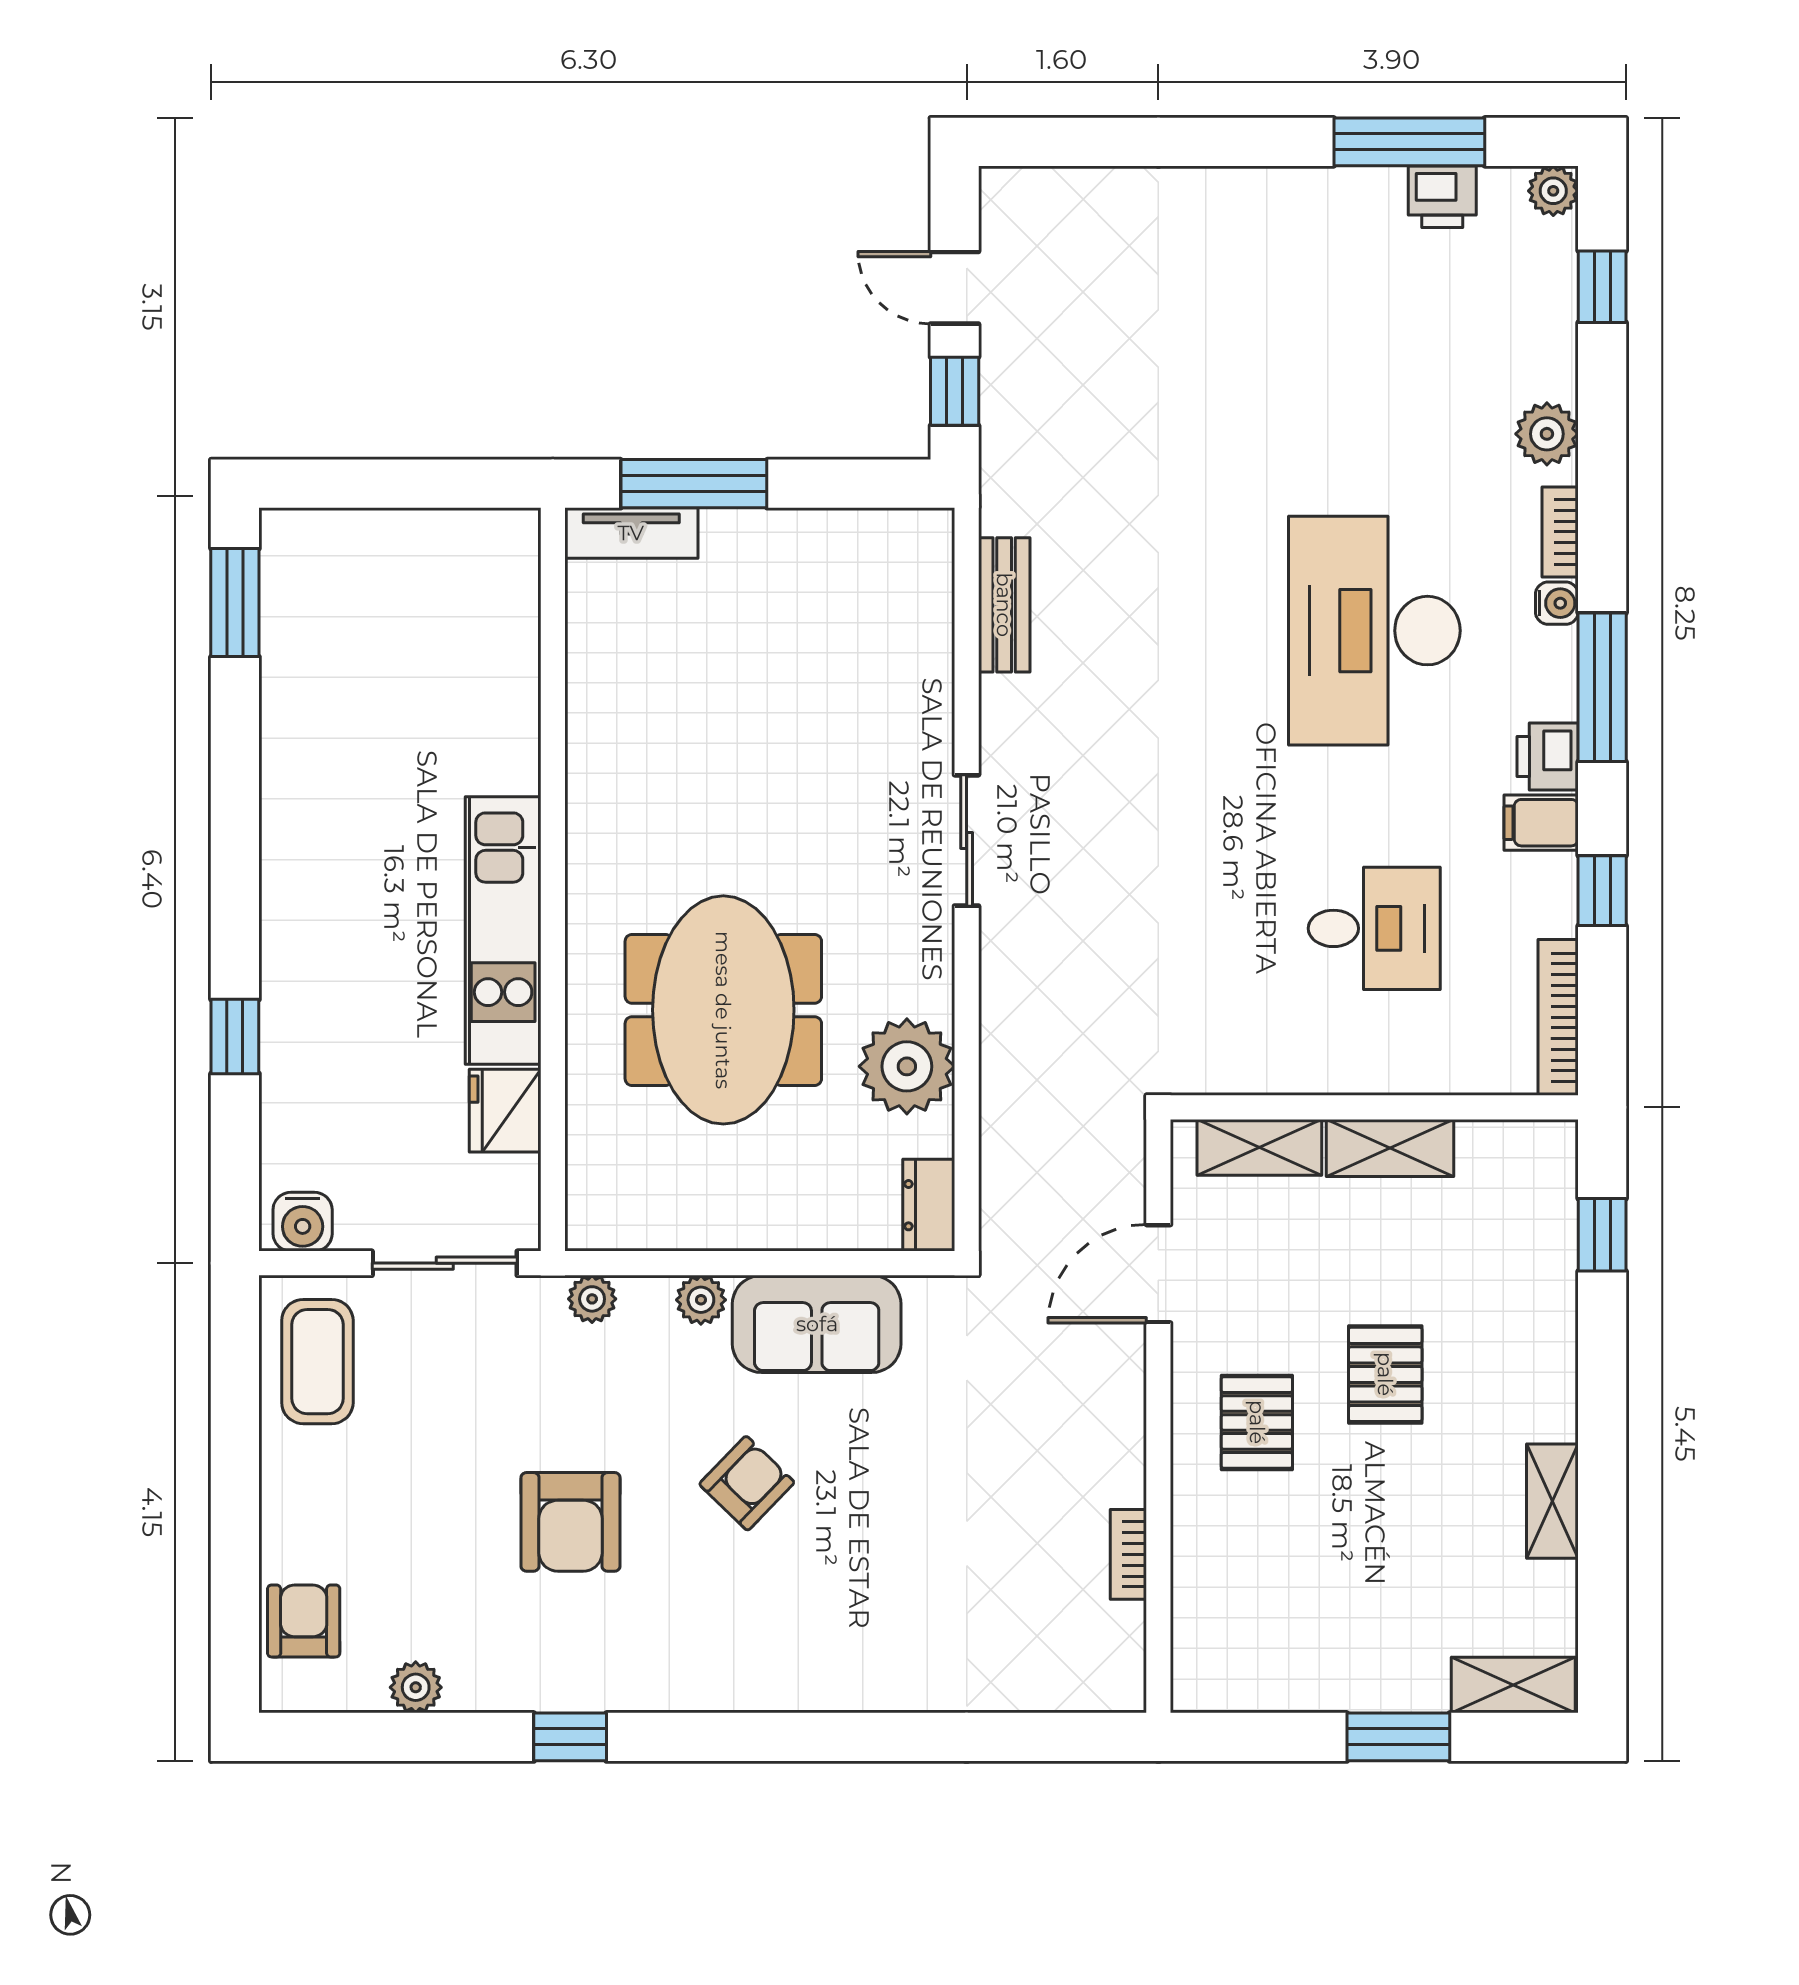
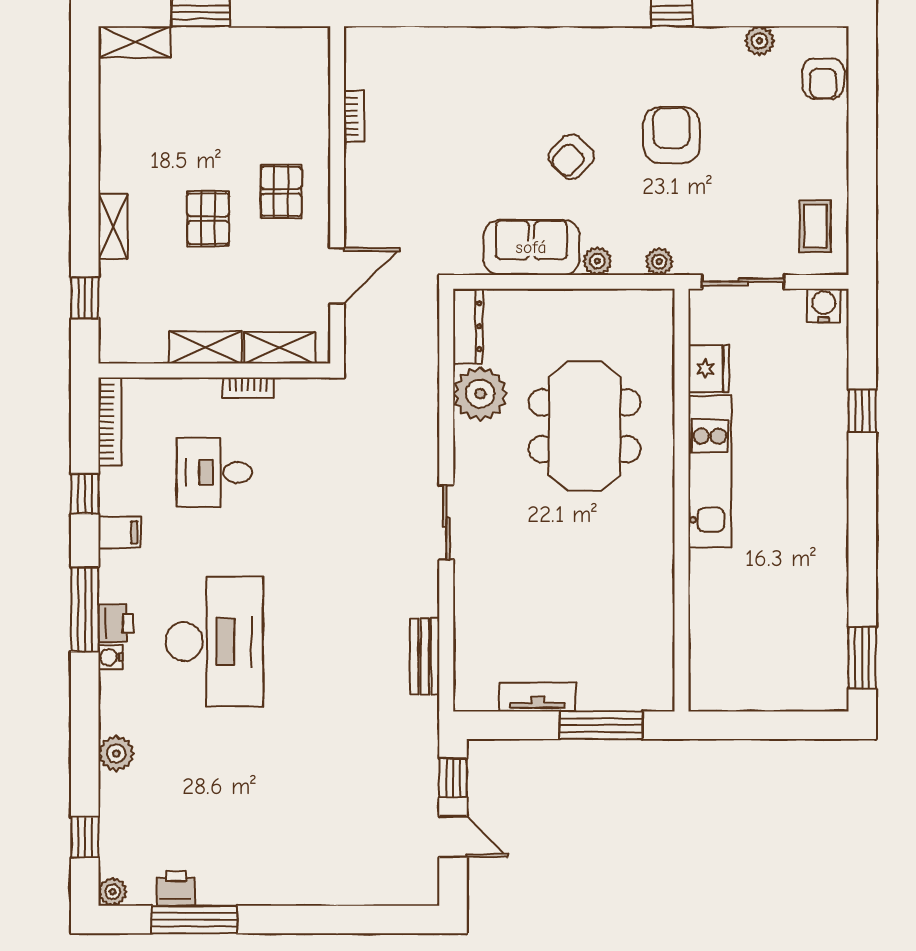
bookcase: (1560, 532) -> (248, 388), moved, turned 90
tv unit: (631, 533) -> (538, 697), moved
printer: (1548, 757) -> (116, 623), moved
dresser: (929, 1205) -> (468, 326), width x1.44
coffee table: (317, 1362) -> (815, 226), width x0.73, depth x0.77
shelving: (1552, 1501) -> (113, 226), moved

